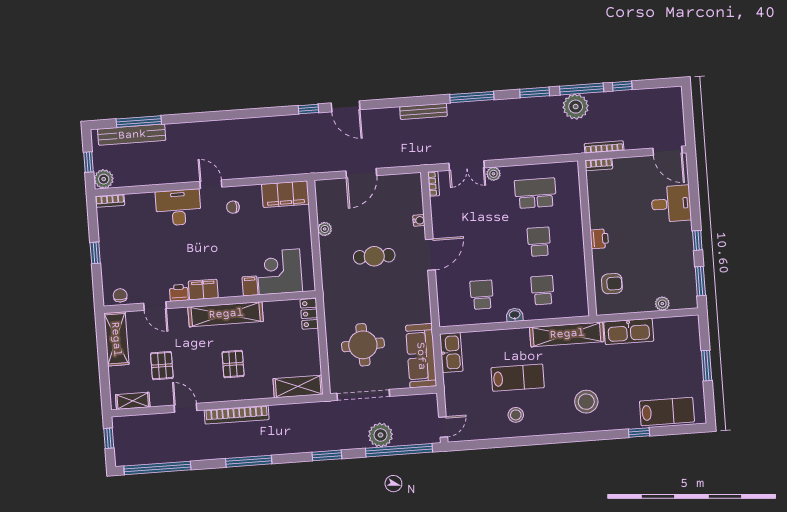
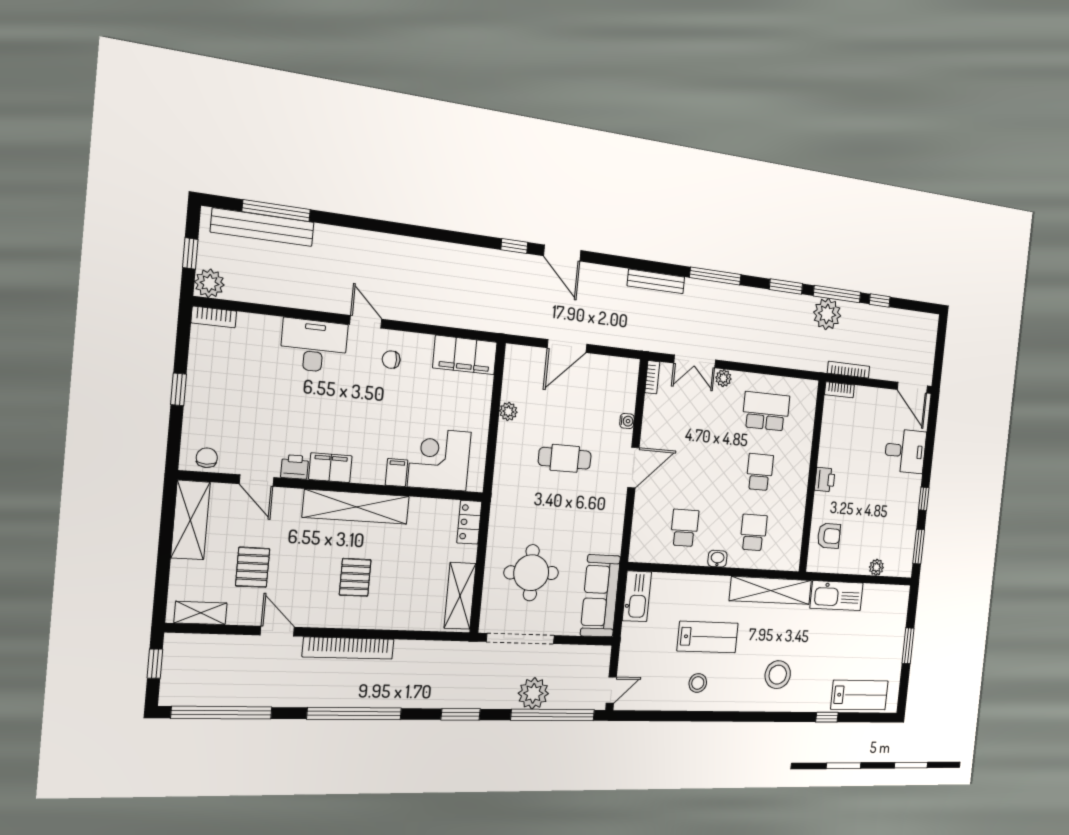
shelving: (298, 386) -> (460, 596), moved, turned 90
window: (249, 461) -> (355, 714), width x1.46

